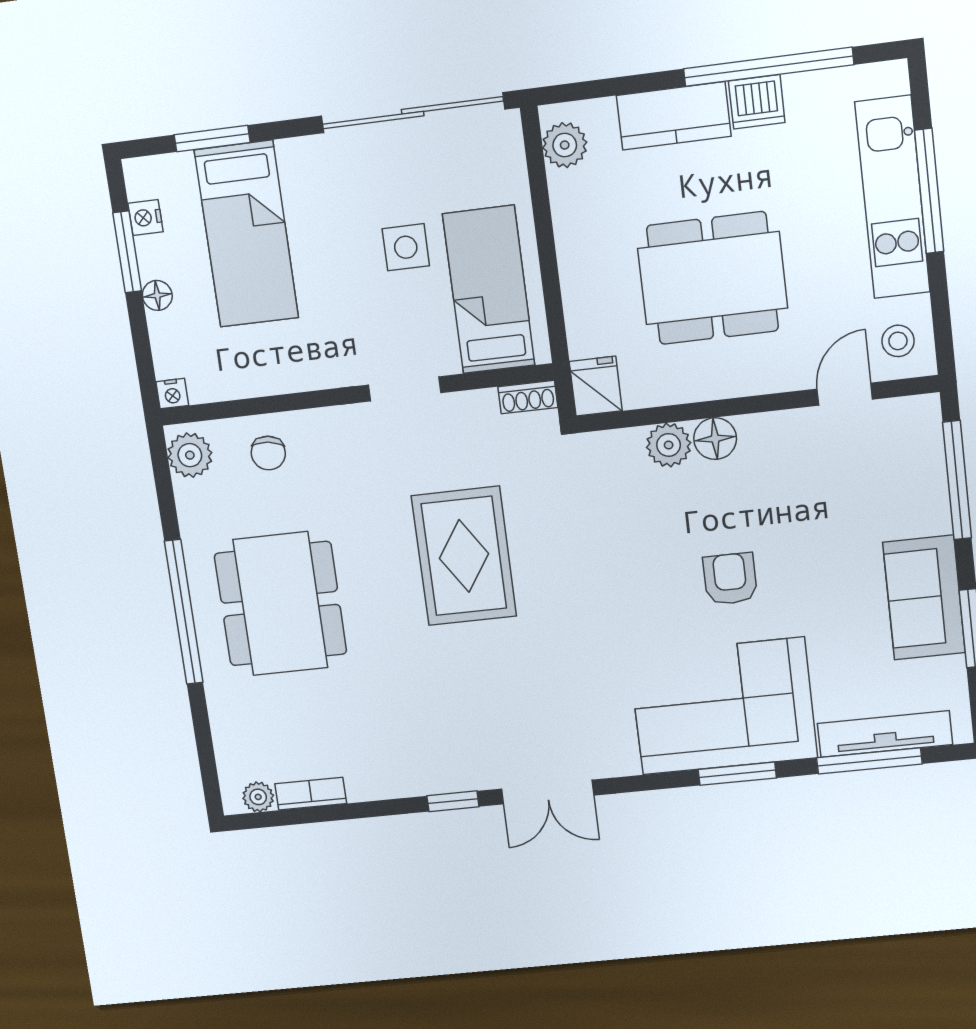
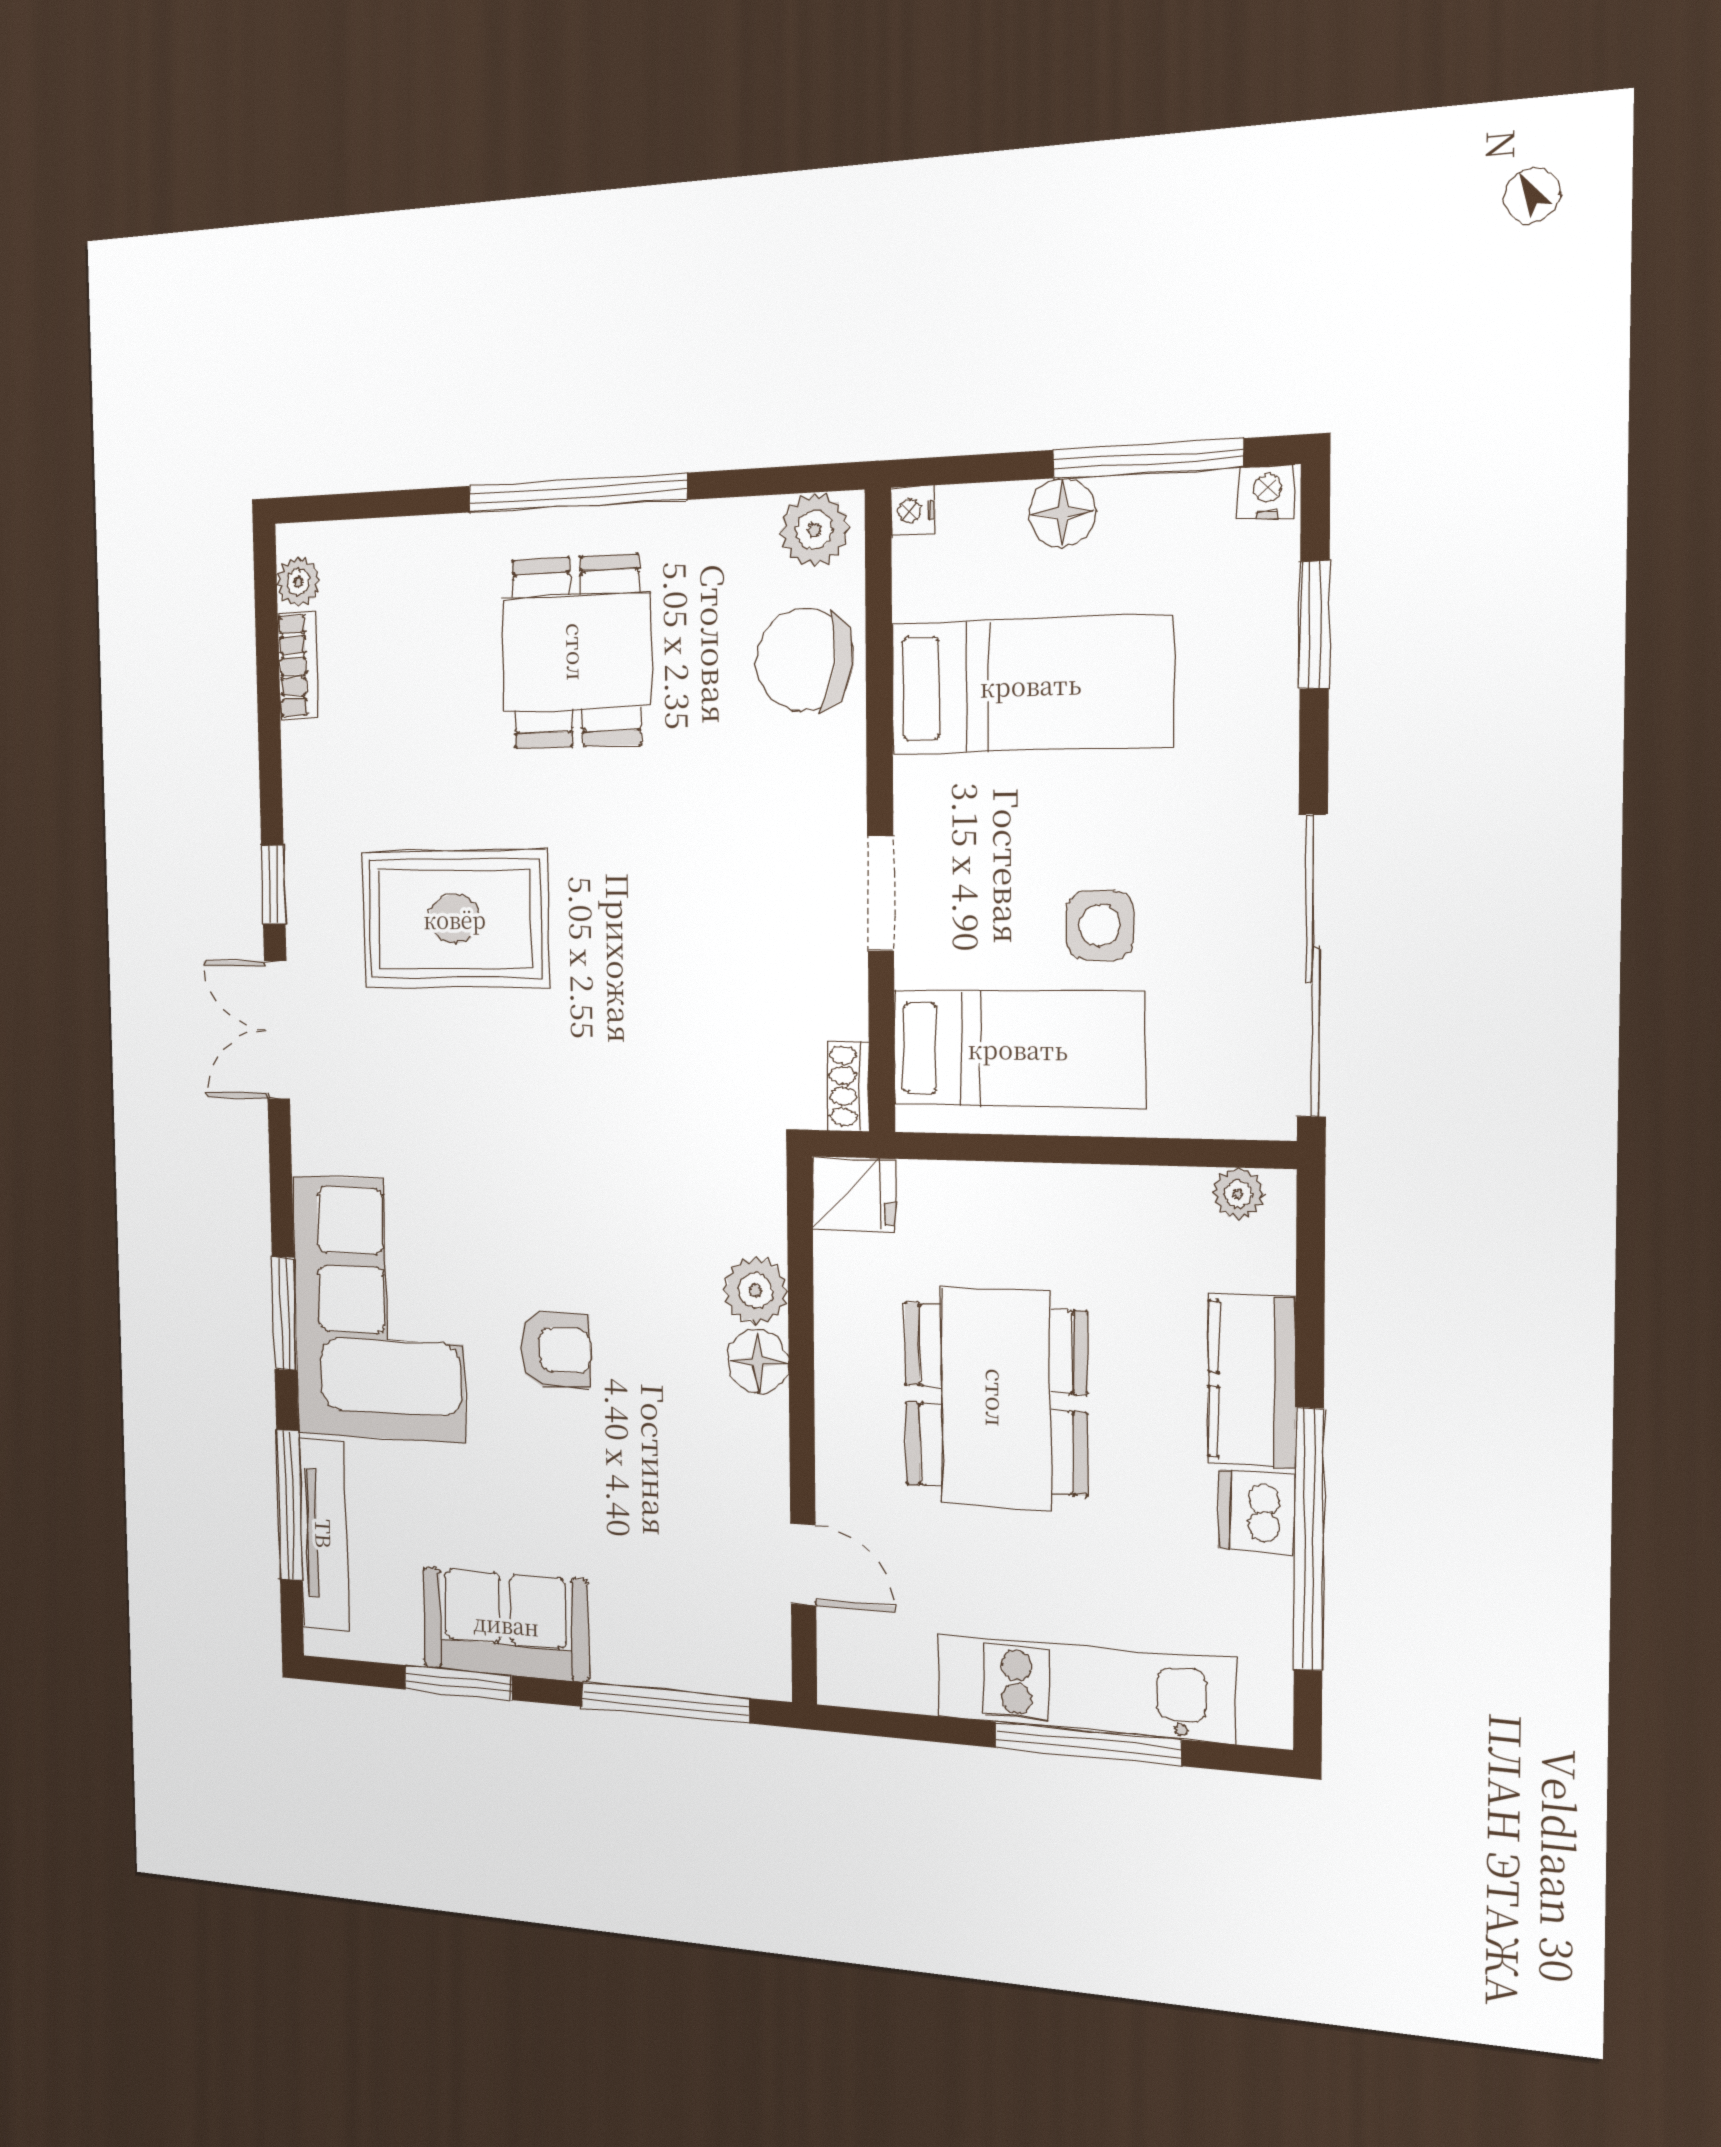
plant: (565, 145) -> (1238, 1194), width x0.73, depth x0.73
nightstand: (146, 218) -> (1267, 492), moved
bed: (246, 234) -> (1031, 685), moved, turned 180
window: (127, 252) -> (1147, 458), width x1.44
floor lamp: (157, 295) -> (1062, 512), width x1.37, depth x1.37
stool: (898, 341) -> (872, 1656), removed
chair: (268, 453) -> (805, 660), width x1.87, depth x1.87
rug: (464, 556) -> (455, 919), moved
dining table: (280, 604) -> (576, 652), width x0.73

